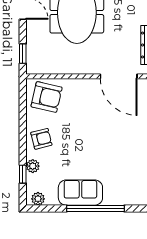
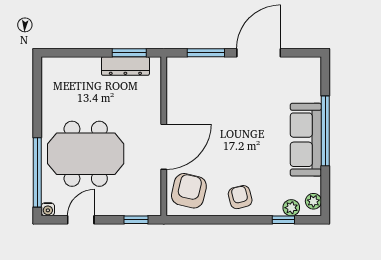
door: (119, 76) -> (164, 147), moved
plant: (33, 166) -> (291, 208), moved
sofa: (80, 193) -> (306, 140), width x1.36

